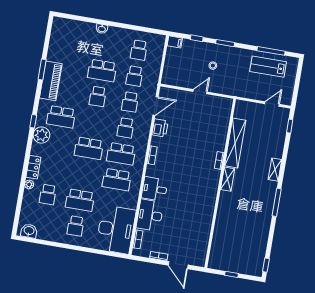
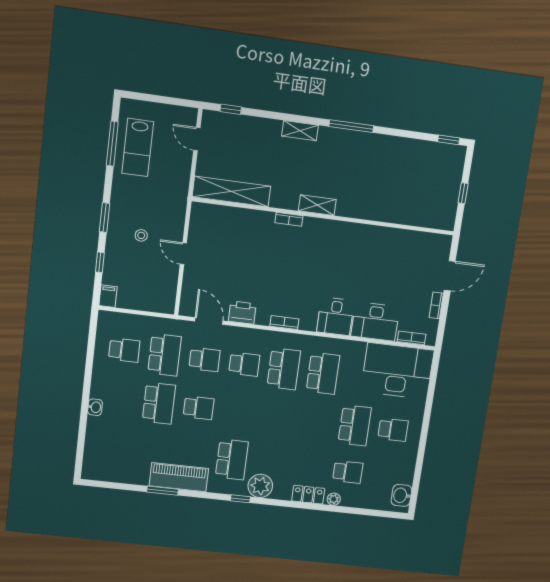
school desk: (134, 76) -> (164, 355), width x1.85
shelving: (235, 143) -> (231, 192), moved
school desk: (89, 148) -> (277, 417), removed

